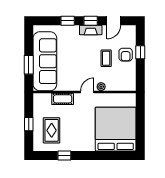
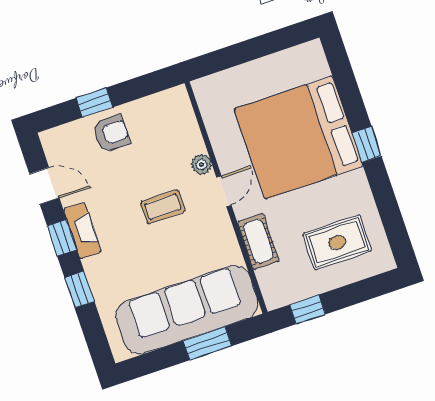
coffee table: (106, 58) -> (163, 207), moved
door: (87, 92) -> (224, 191), swing flipped
window: (29, 124) -> (307, 309), moved
bed: (116, 129) -> (299, 138), moved
window: (64, 155) -> (367, 145), moved

